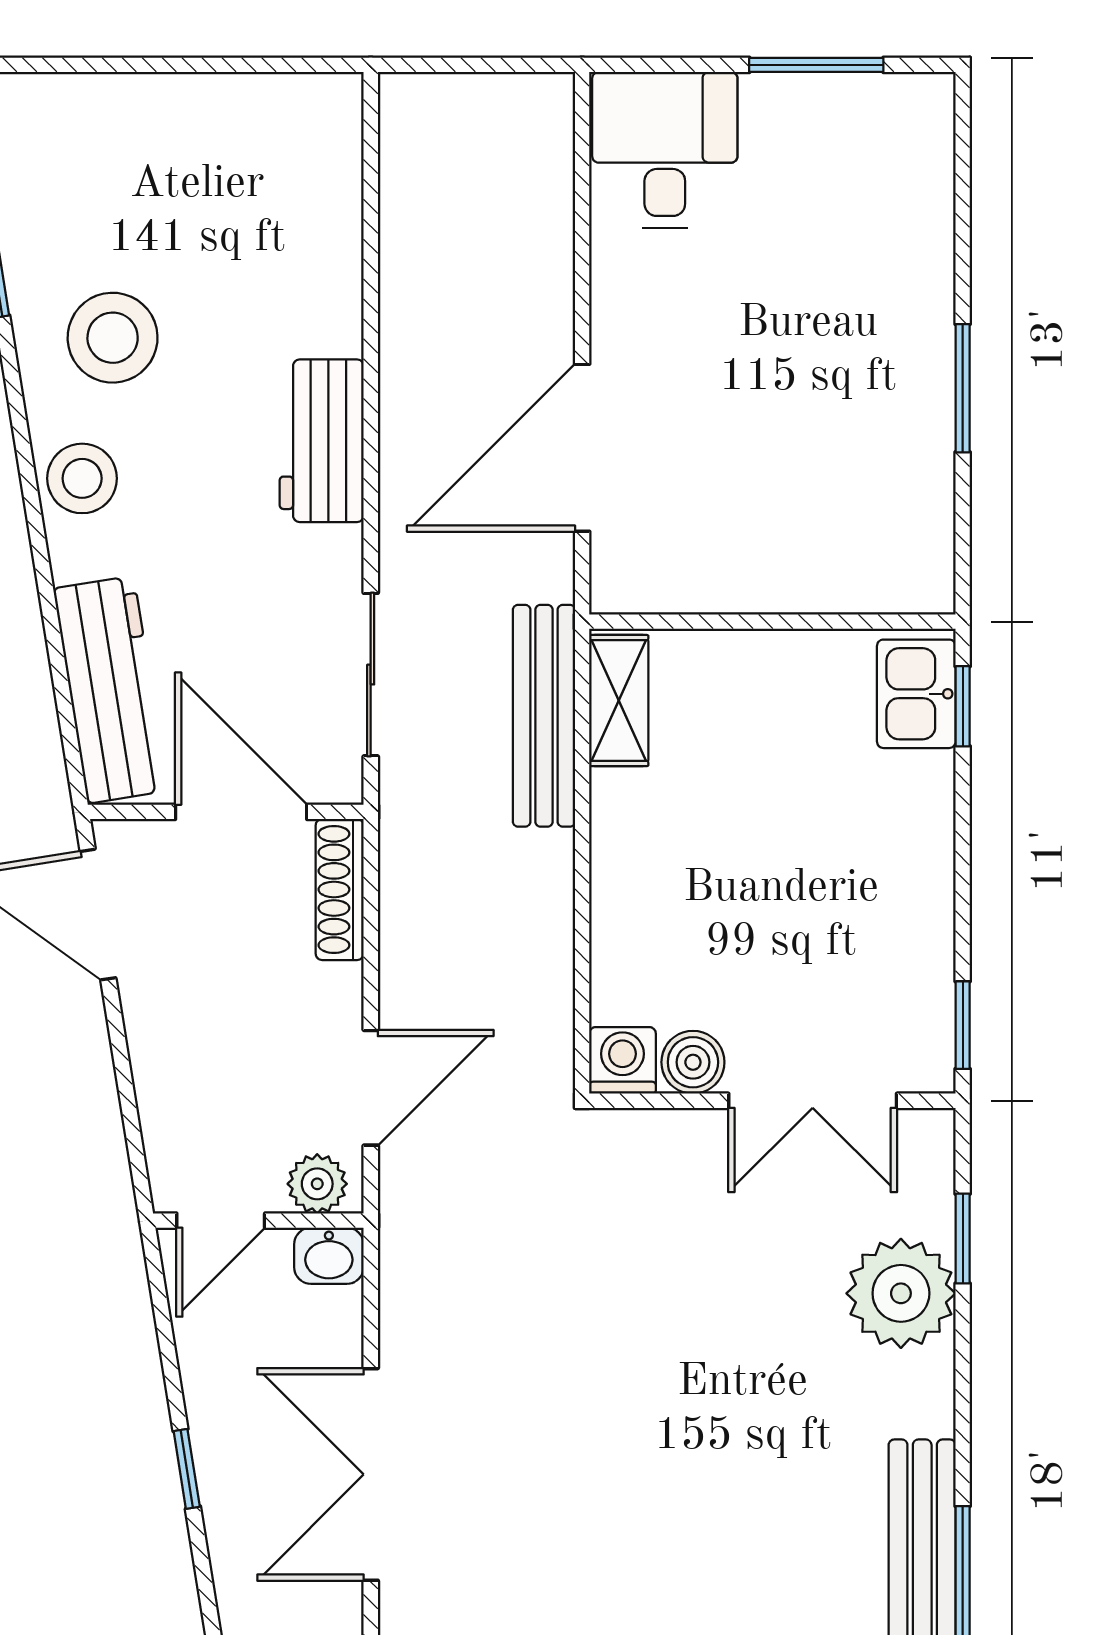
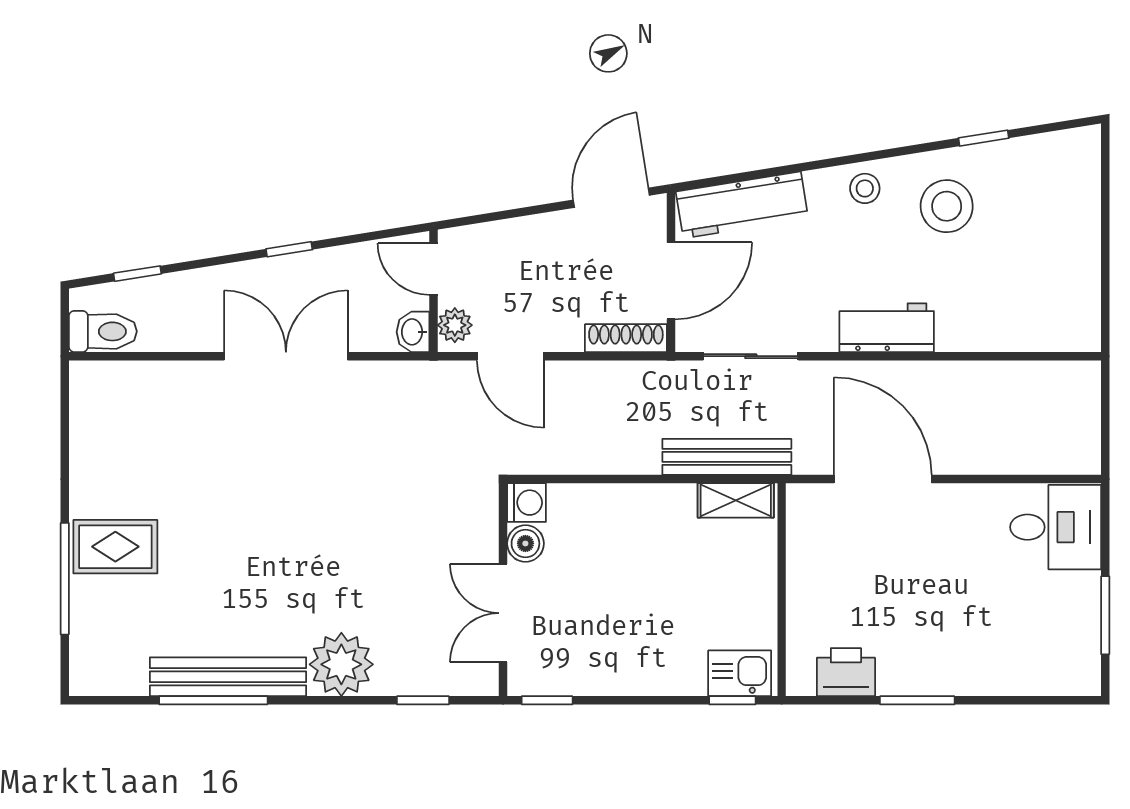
stool: (82, 478) -> (865, 188), width x0.73, depth x0.73
printer: (914, 511) -> (846, 672), added
plant: (901, 1293) -> (341, 664), moved

